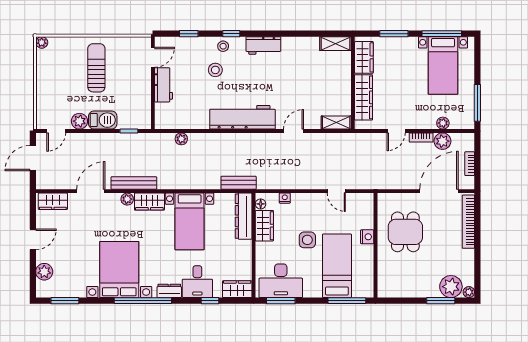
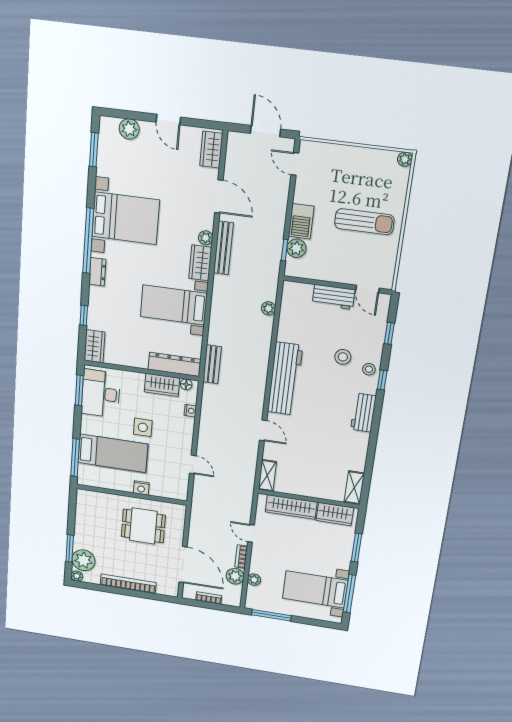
plant: (79, 121) -> (296, 248), moved
door: (336, 191) -> (193, 464), swing flipped
bookcase: (468, 222) -> (128, 584), moved
desk: (197, 282) -> (106, 304), removed

